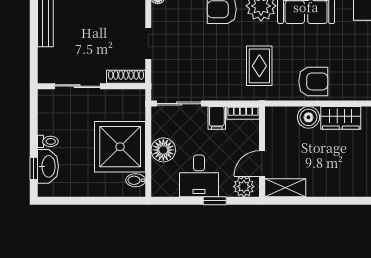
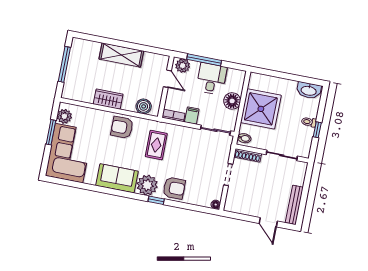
boiler: (308, 117) -> (144, 106), moved
door: (262, 163) -> (167, 79), hinge flipped
washbasin: (48, 166) -> (309, 90), moved, turned -90
window: (34, 168) -> (317, 130), moved
bidet: (136, 180) -> (244, 138), moved
shelving: (285, 188) -> (121, 55), moved, width x1.50, depth x1.33
window: (215, 201) -> (204, 60), width x2.17

